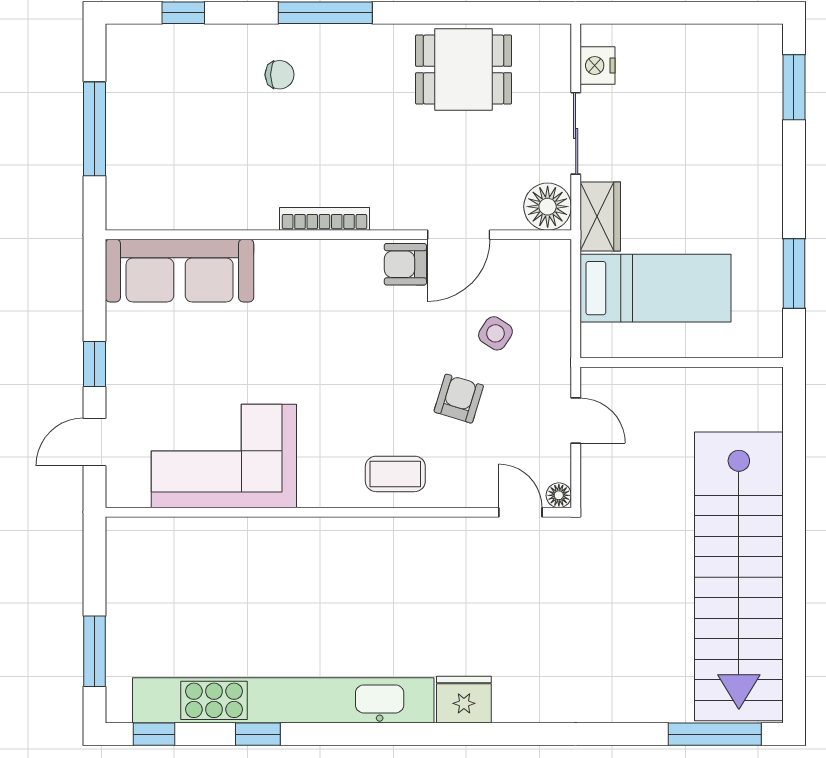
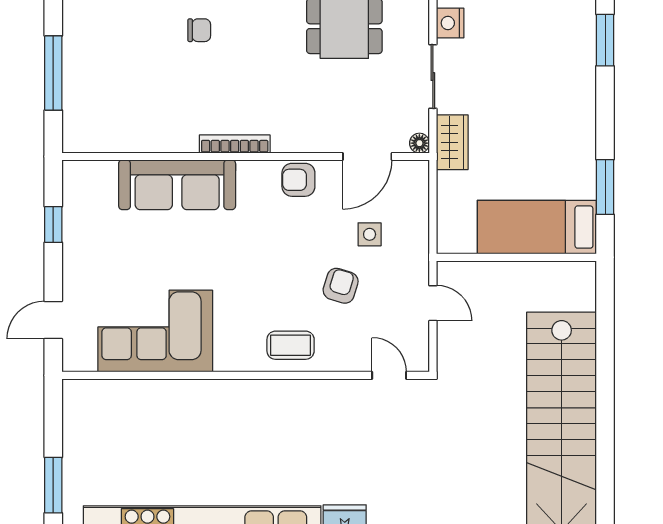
floor lamp: (548, 207) -> (419, 143), width x0.53, depth x0.53
door: (459, 235) -> (367, 157), moved
sofa: (180, 271) -> (177, 185), moved
bed: (656, 288) -> (537, 227), moved, turned 180
side table: (495, 333) -> (370, 234), turned -33
window: (95, 364) -> (53, 225), moved
floor lamp: (559, 495) -> (419, 362), removed

